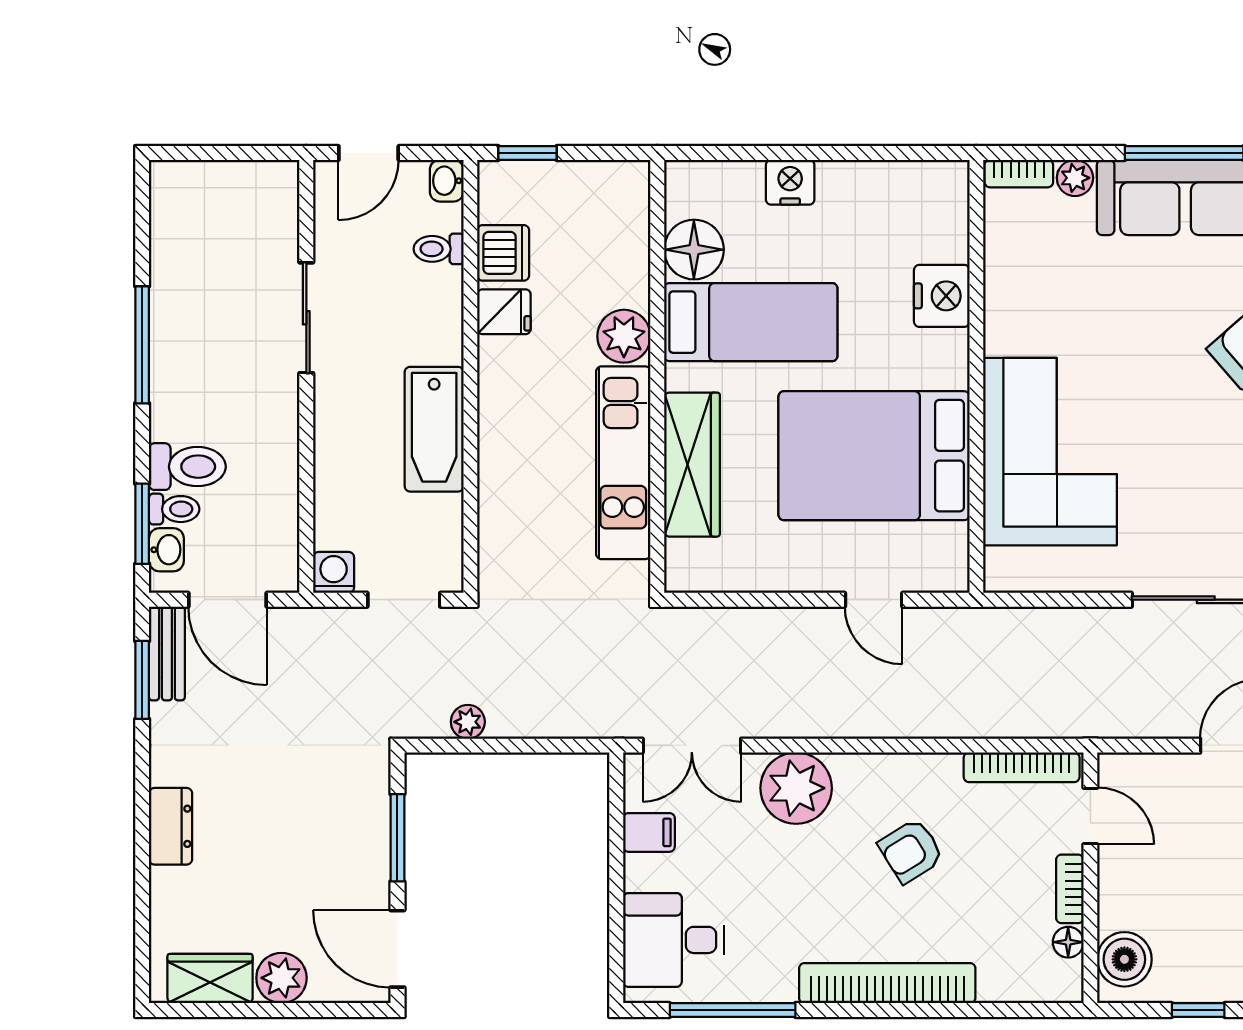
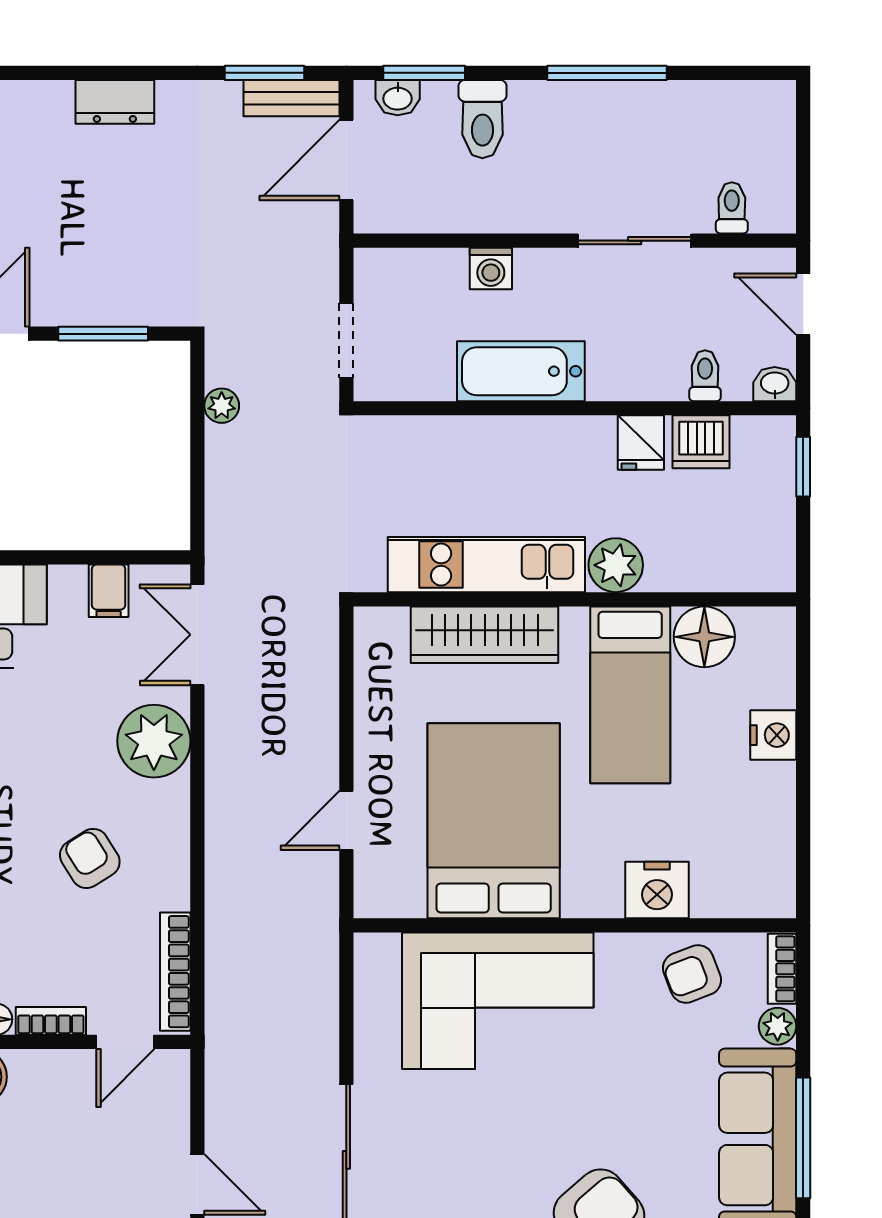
armchair: (1024, 262) -> (692, 974), added
toilet: (174, 509) -> (732, 208), moved, turned 180
washing machine: (334, 572) -> (491, 268), moved, turned 90

